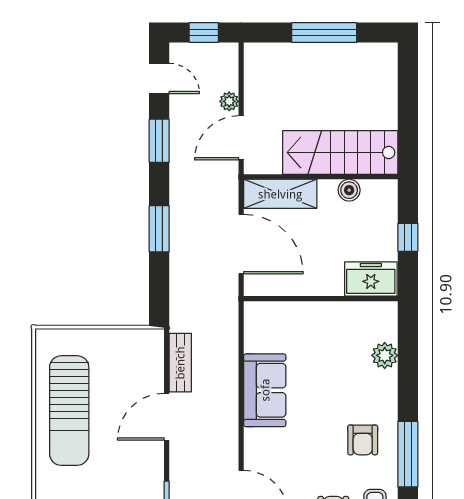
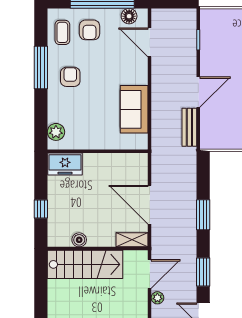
shelving: (280, 194) -> (132, 240), width x0.67, depth x0.75
freezer: (371, 279) -> (65, 164), moved
wall: (321, 299) -> (98, 151), moved

